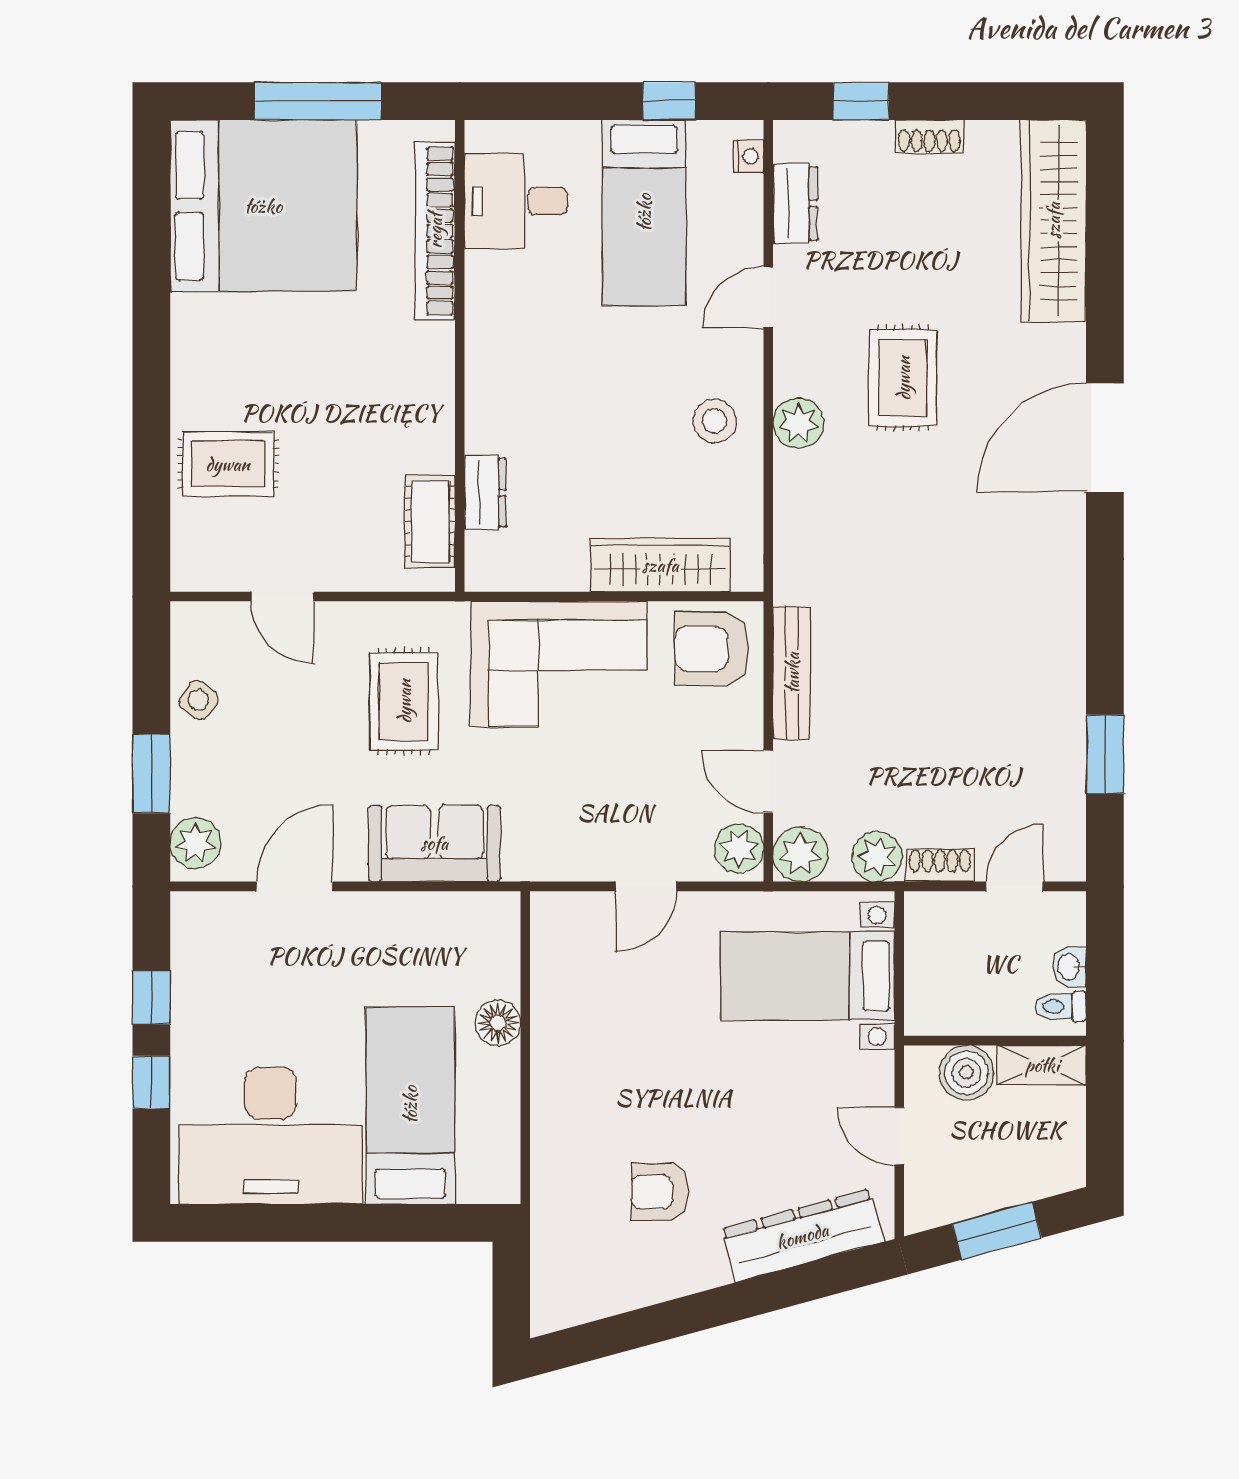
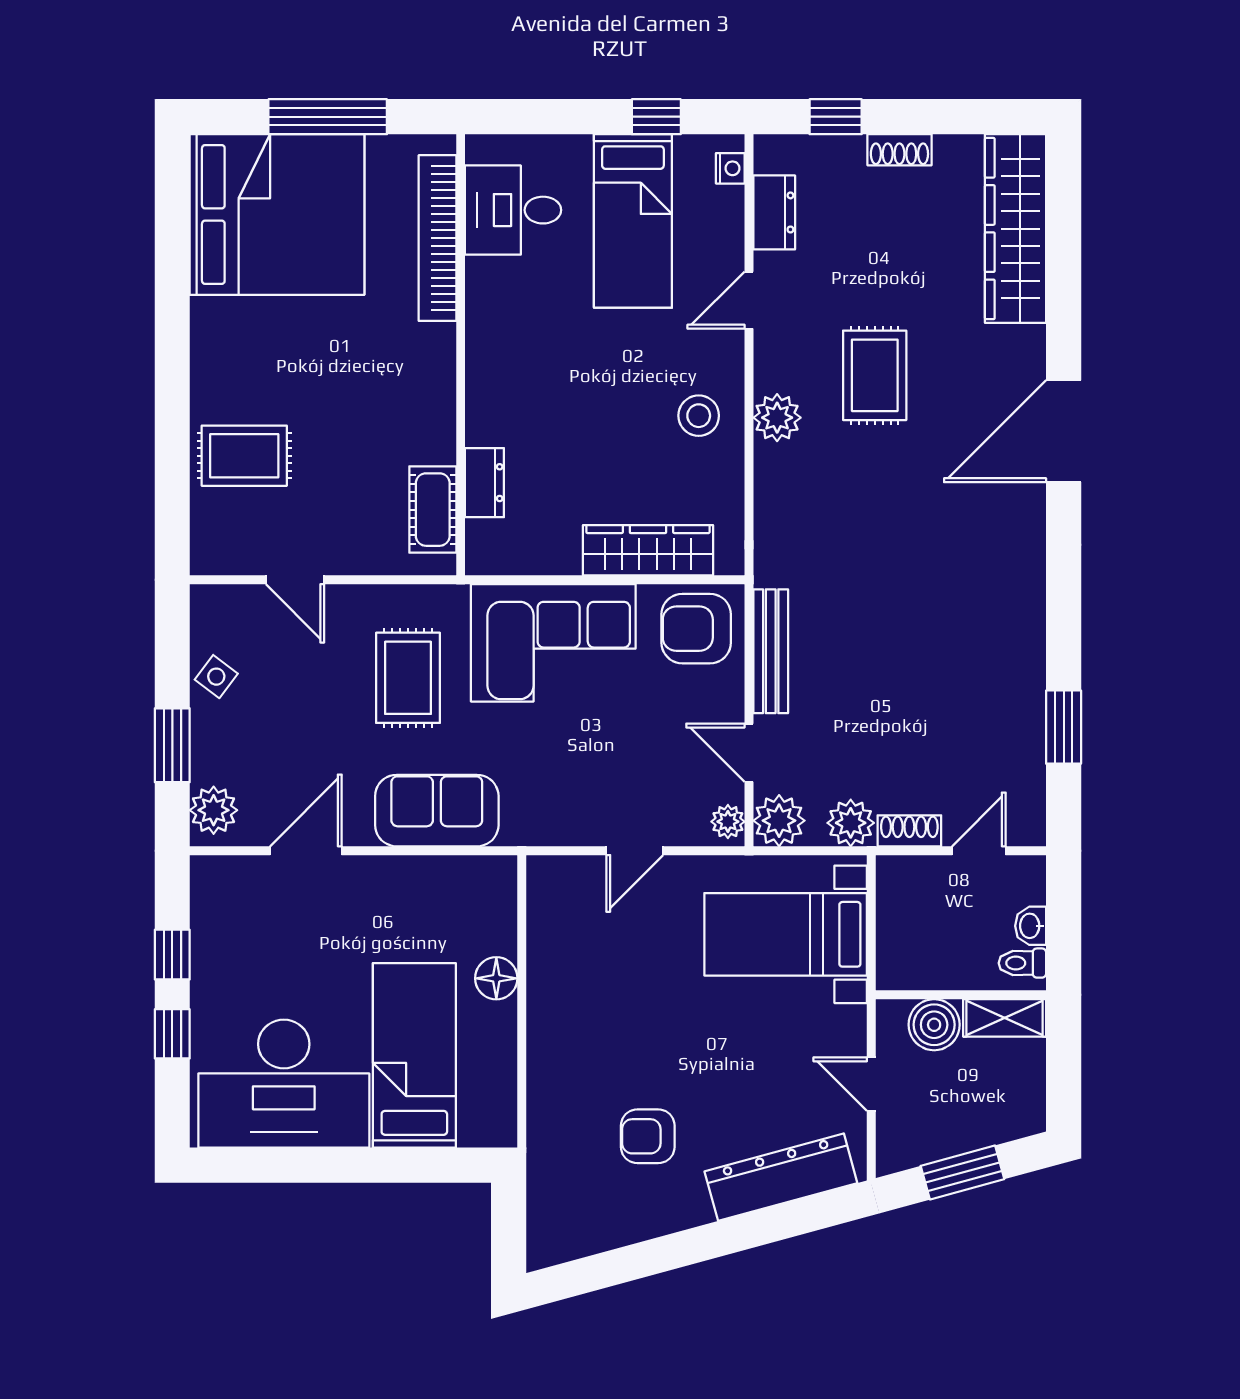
plant: (739, 848) -> (728, 822), width x0.73, depth x0.73

